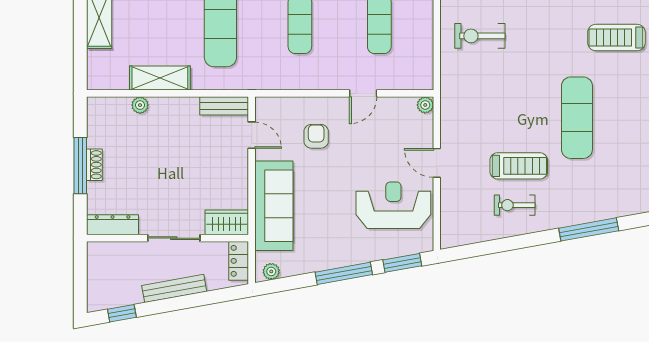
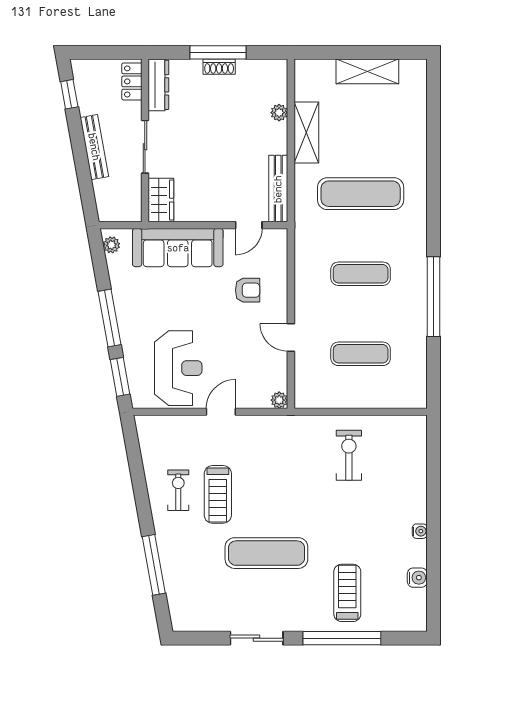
bench: (224, 106) -> (278, 189), width x1.36
locker: (239, 261) -> (132, 81), moved, turned -90

